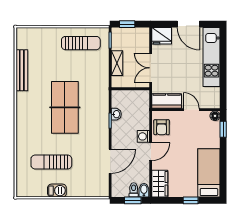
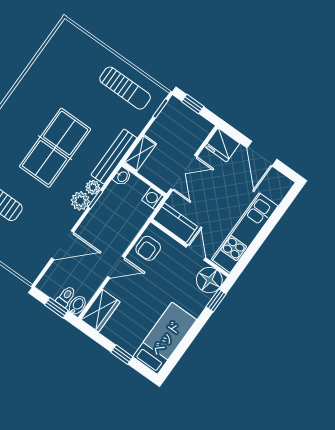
kitchen unit: (212, 57) -> (245, 233), moved
shelving: (117, 63) -> (140, 153), moved
double door: (151, 68) -> (184, 173), swing flipped
bench: (22, 70) -> (114, 157), moved
washbasin: (116, 114) -> (122, 176), moved
plant: (104, 115) -> (93, 187), added
floor lamp: (215, 116) -> (209, 280), width x1.89, depth x1.89
plant: (102, 128) -> (80, 201), added
washing machine: (143, 136) -> (153, 198), moved

